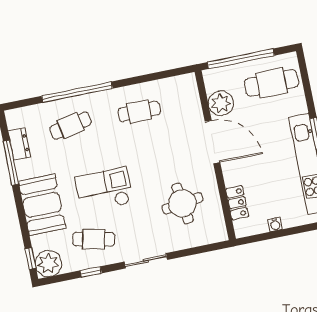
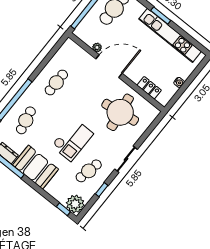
plant: (221, 103) -> (97, 47), width x0.53, depth x0.53
checkout: (104, 190) -> (72, 140), turned 180
round table: (182, 203) -> (120, 112), width x1.36, depth x1.36
booth: (42, 205) -> (36, 167), moved

